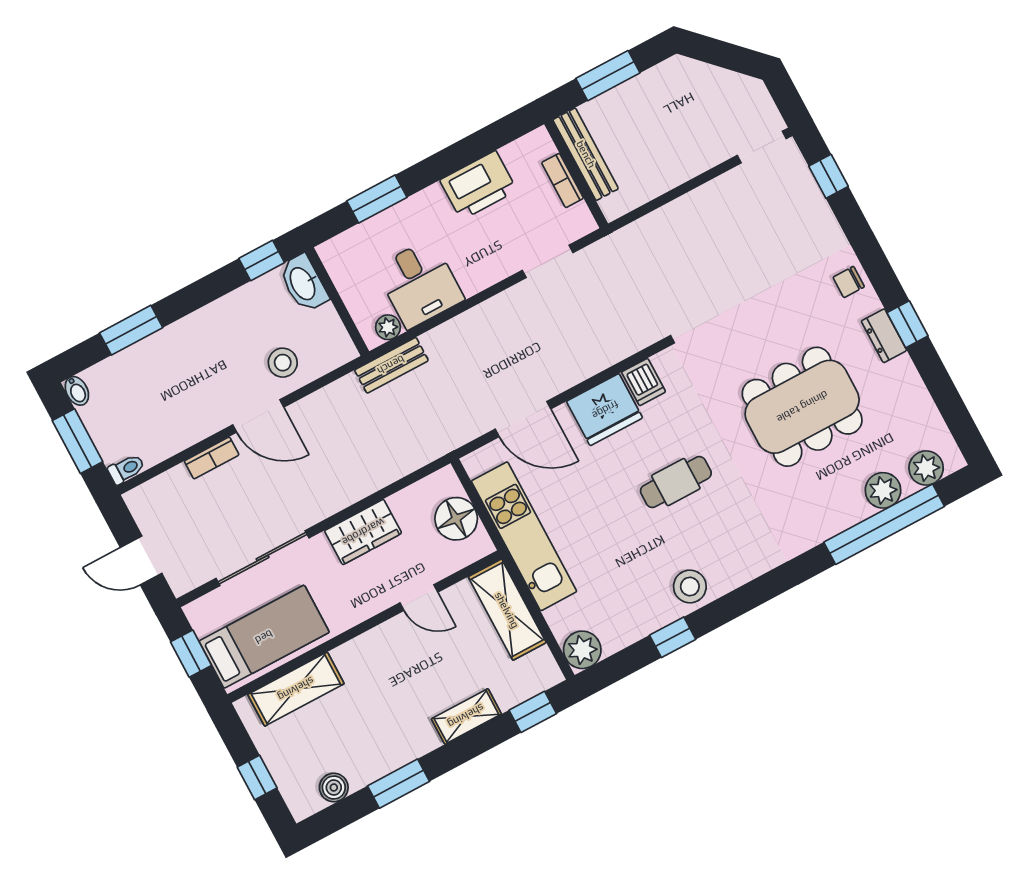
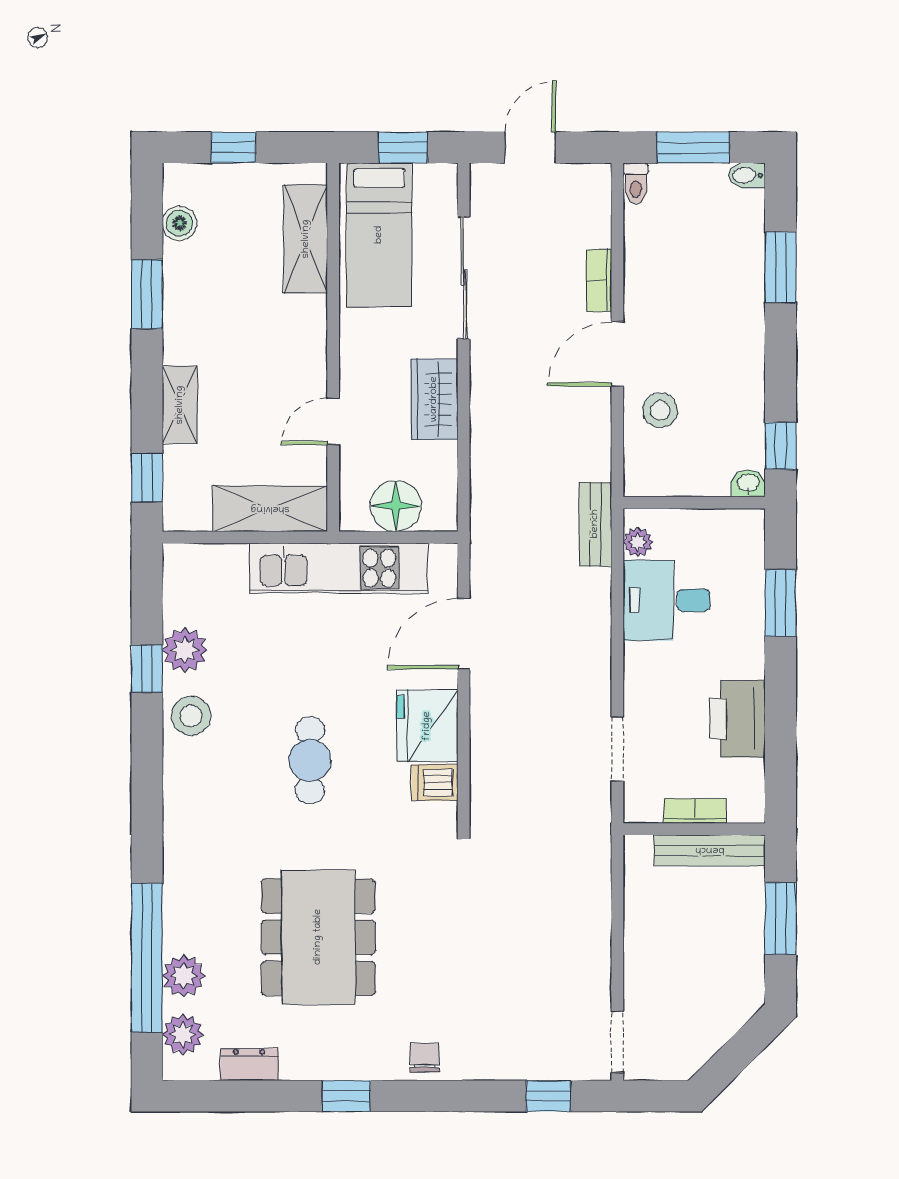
washbasin: (303, 283) -> (748, 483), width x0.52, depth x0.69
dresser: (884, 336) -> (249, 1065), moved
plant: (582, 650) -> (185, 650), moved

